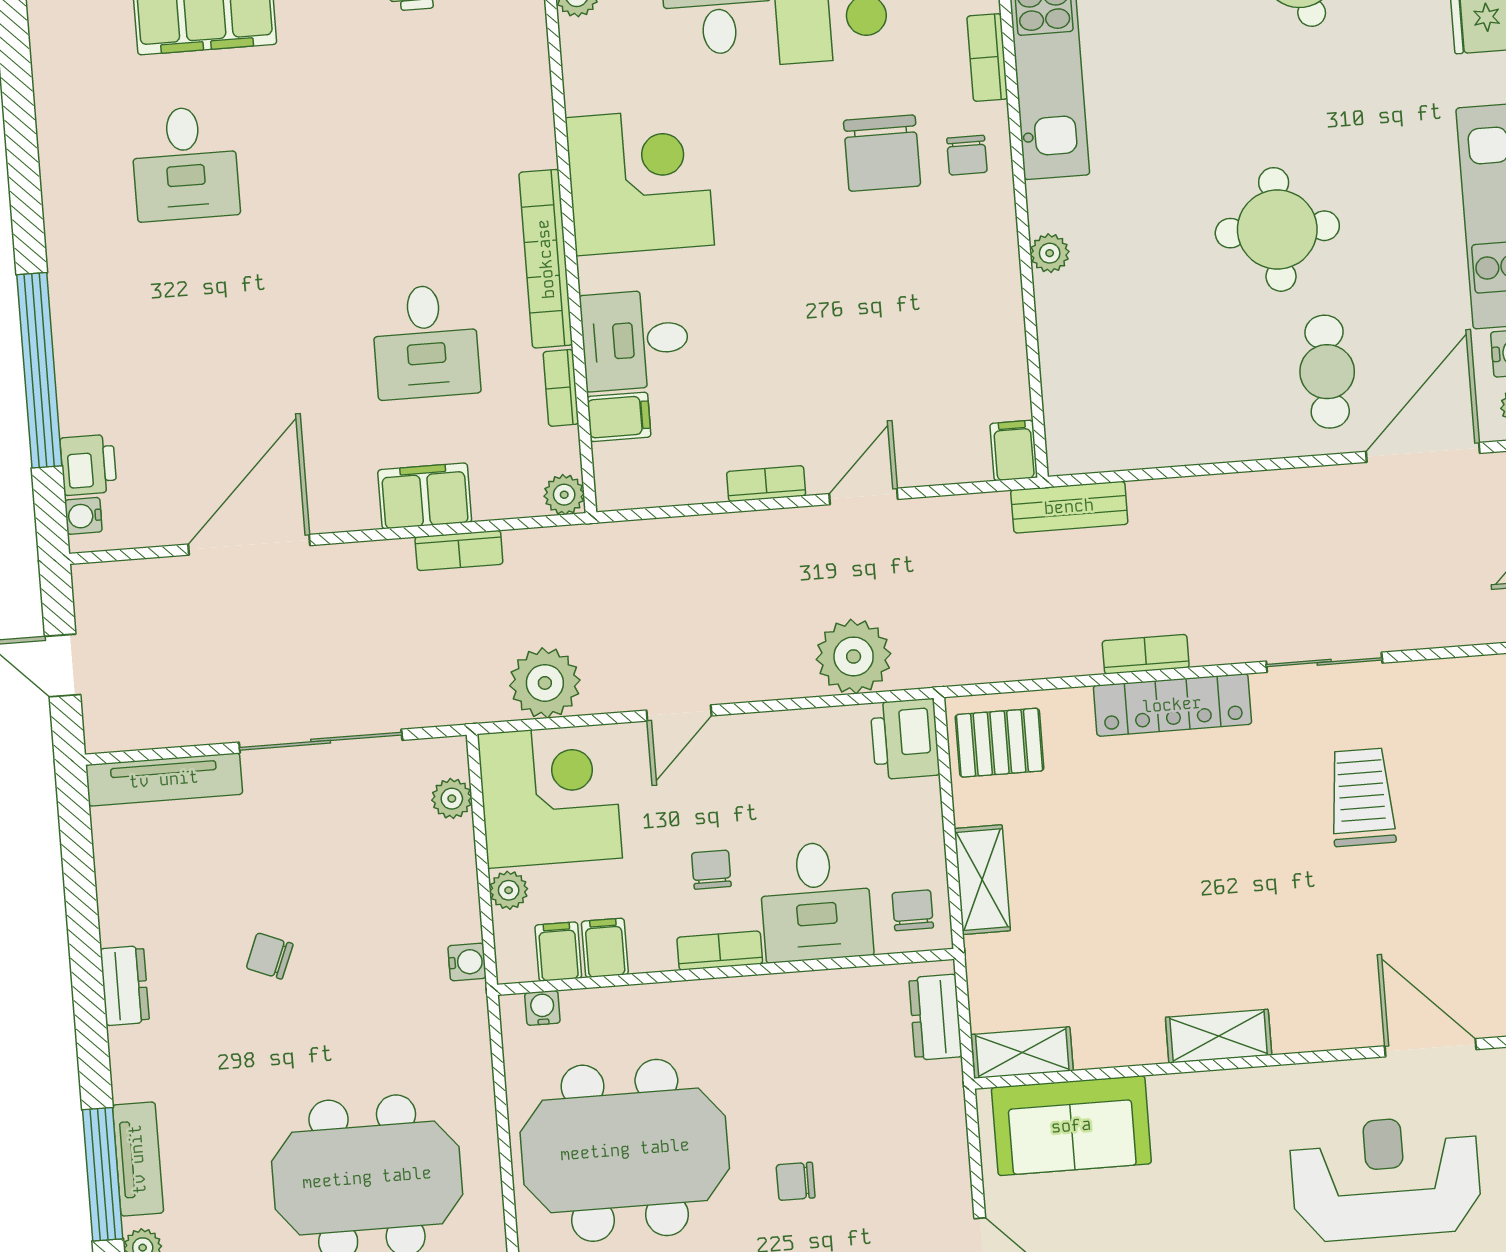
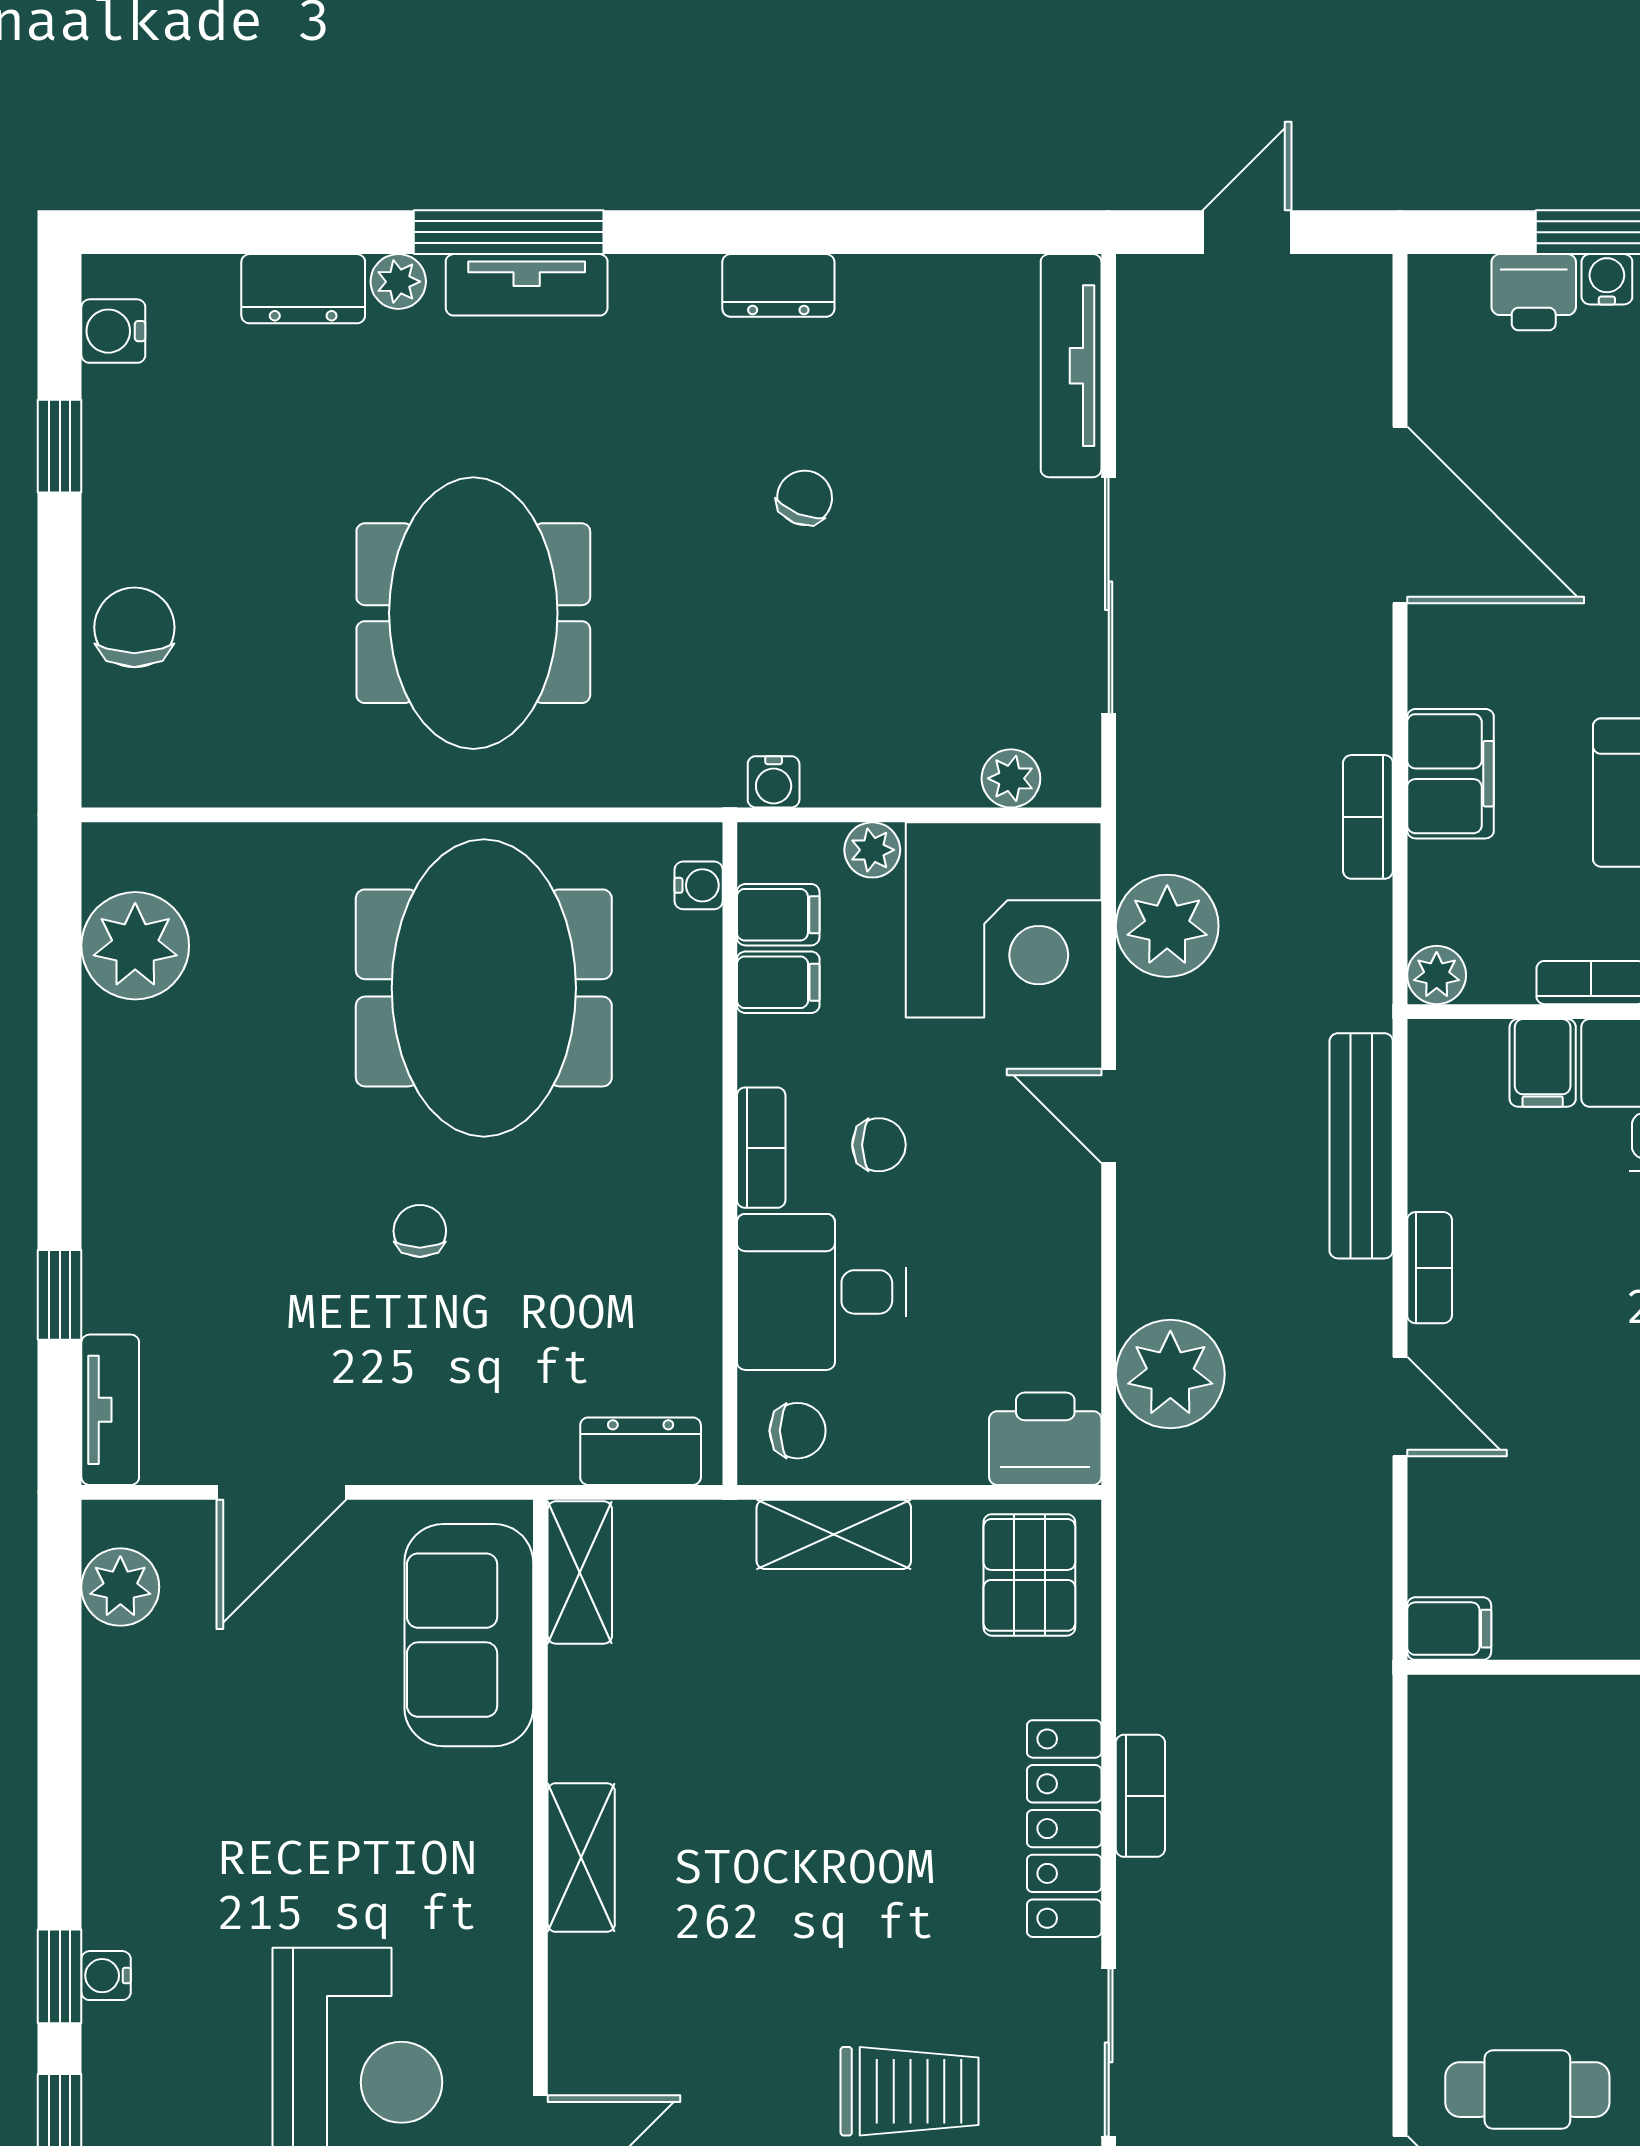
bench: (1069, 507) -> (1361, 1146), moved, width x1.36
water cooler: (83, 516) -> (1607, 279), moved

